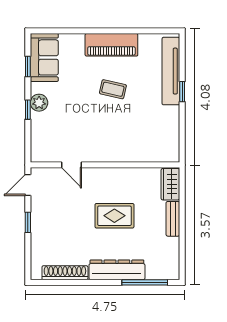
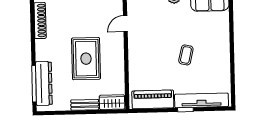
piano: (111, 45) -> (153, 99), moved, turned 90
rug: (114, 216) -> (86, 59), width x1.36, depth x1.43
dresser: (117, 270) -> (44, 83), moved

